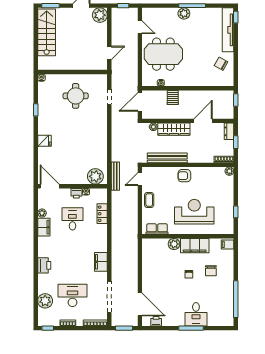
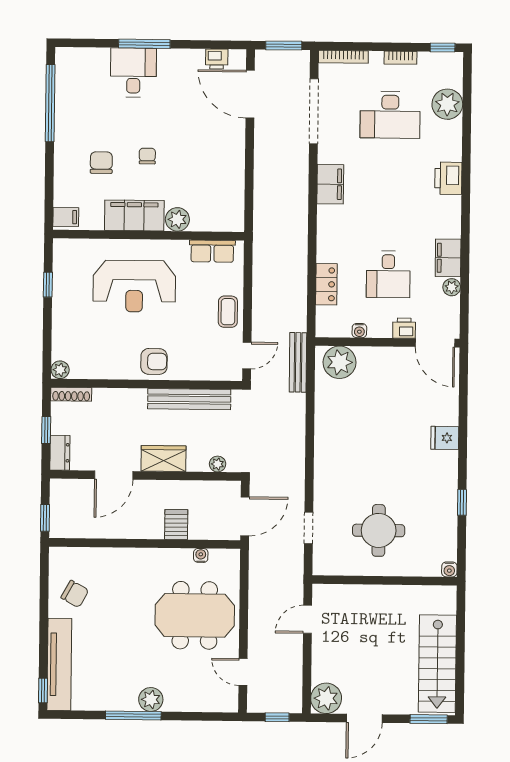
wardrobe: (174, 129) -> (163, 459), width x0.67
printer: (76, 193) -> (404, 328), moved

